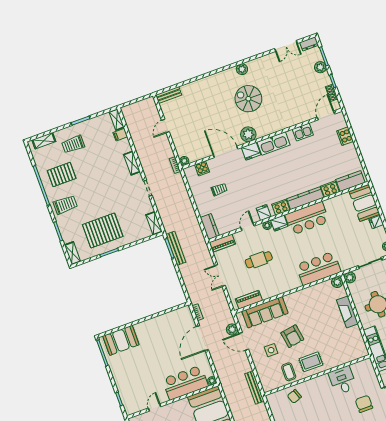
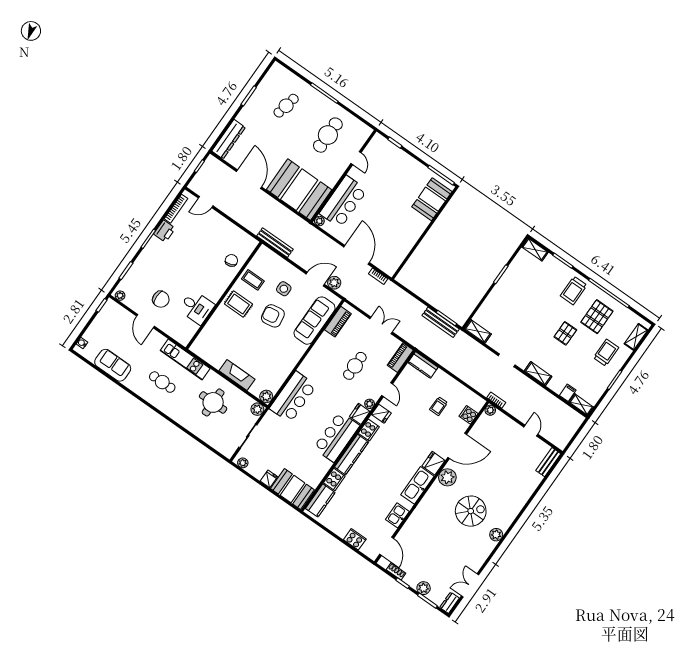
pallet: (103, 230) -> (565, 333), moved, width x0.49, depth x0.50
rug: (311, 362) -> (238, 304), turned 90

